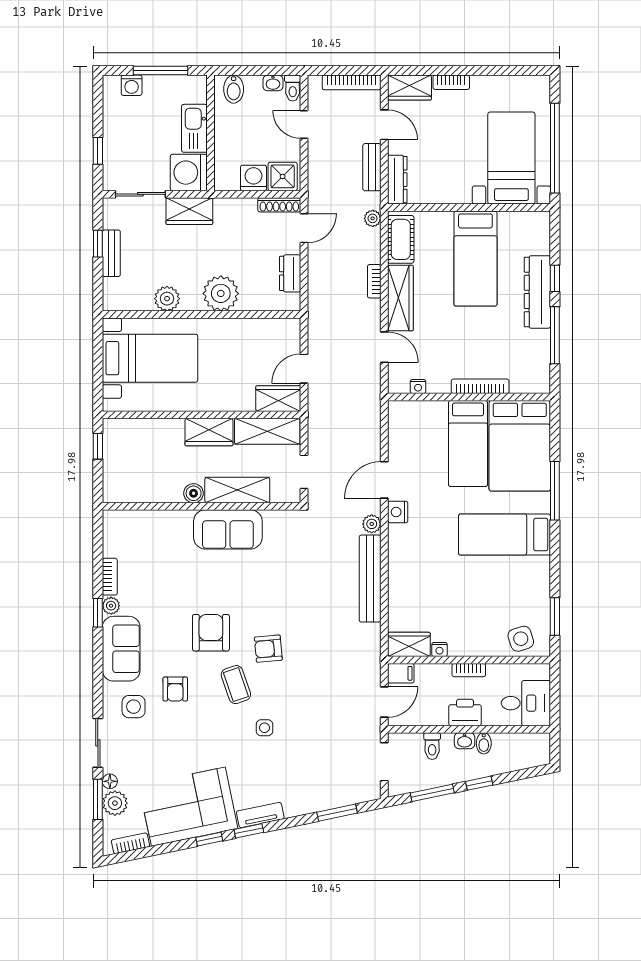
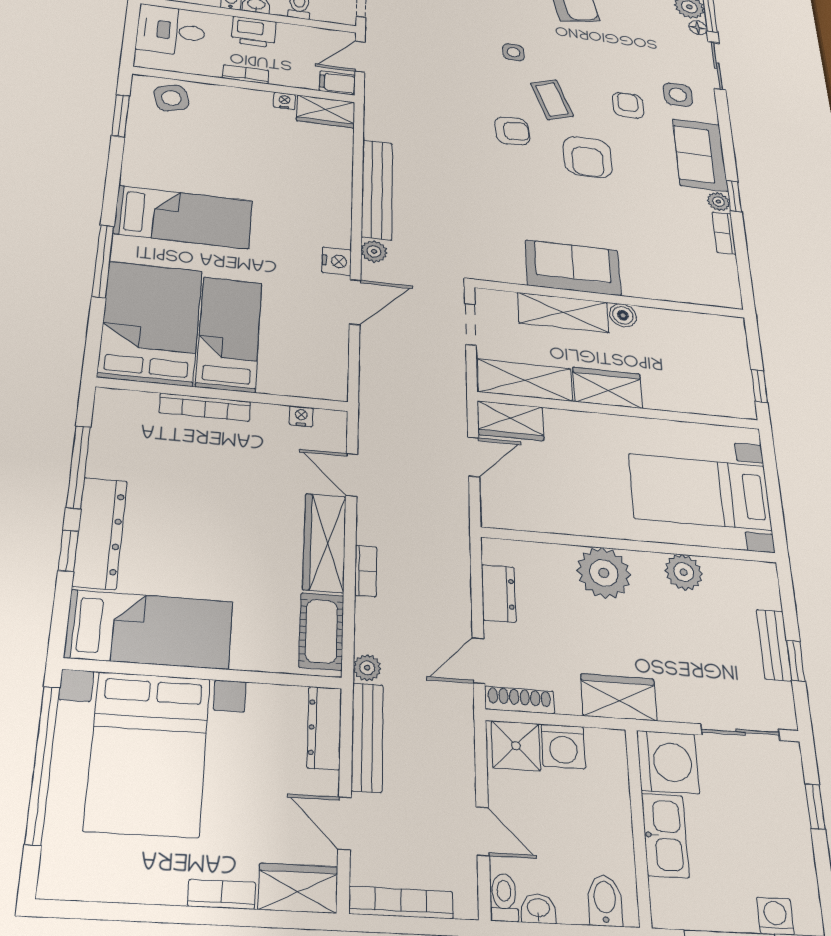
bed with nightstands: (511, 158) -> (148, 753), width x1.36
bench: (372, 167) -> (367, 737), width x1.36
wardrobe: (189, 211) -> (619, 697), moved
bed: (475, 259) -> (149, 629), moved, turned 90

